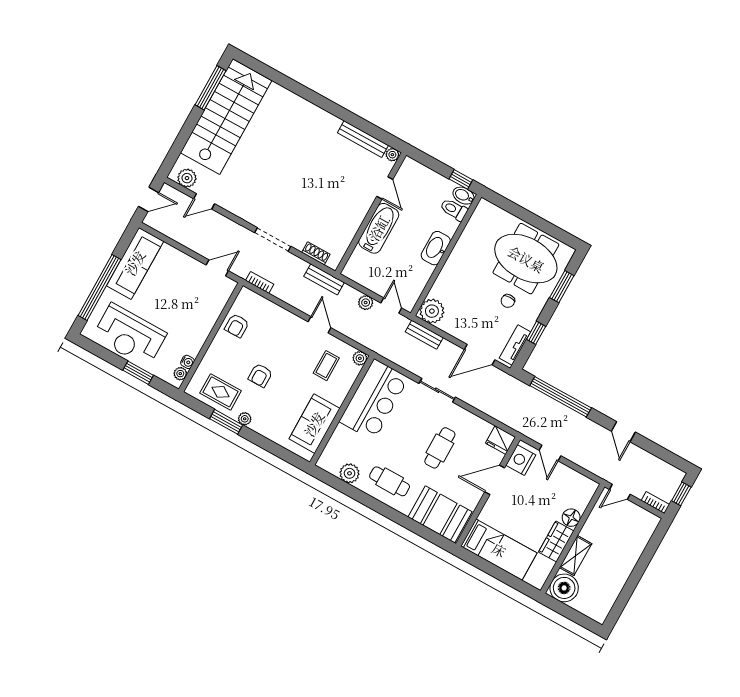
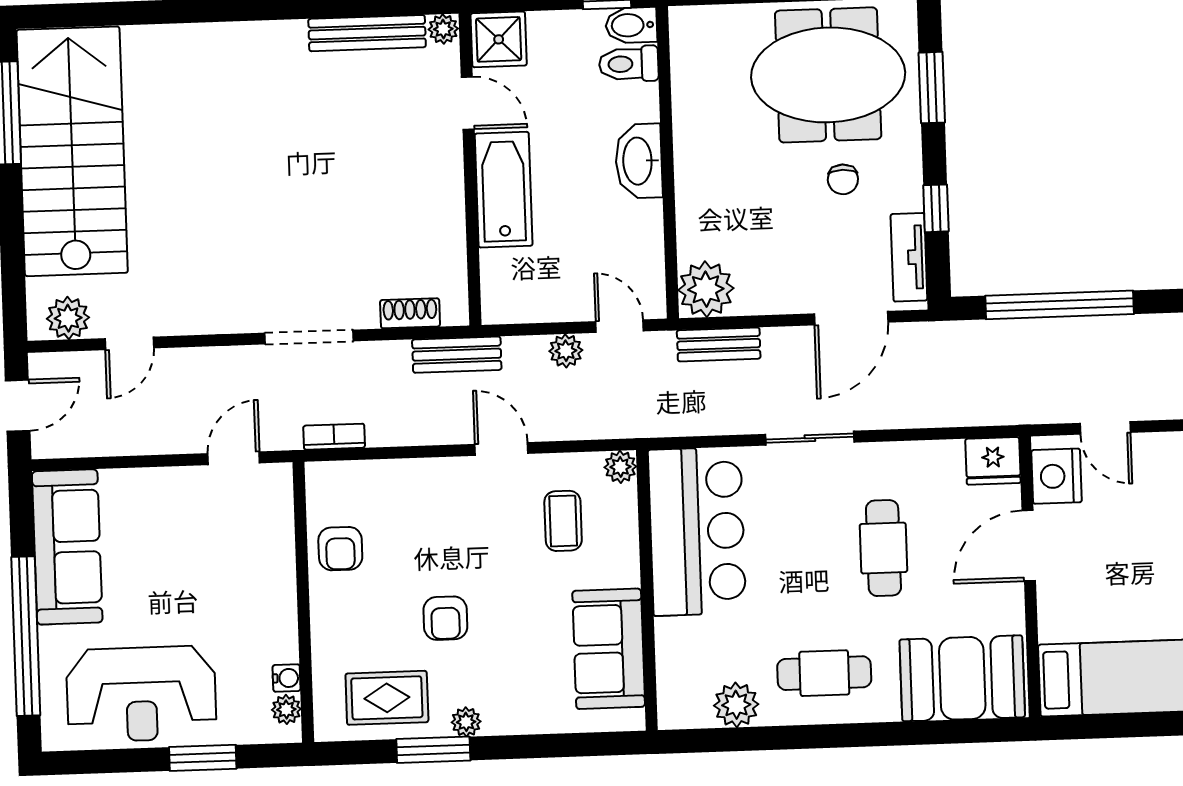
shower: (411, 171) -> (499, 39), added

